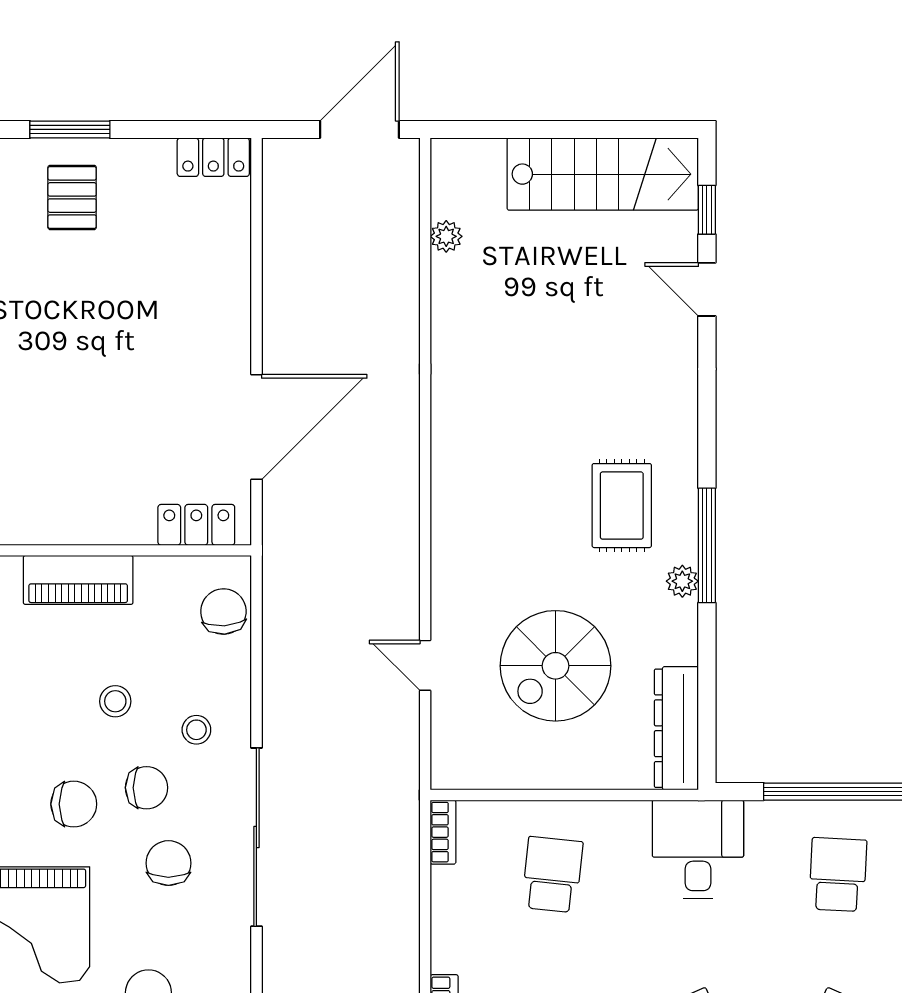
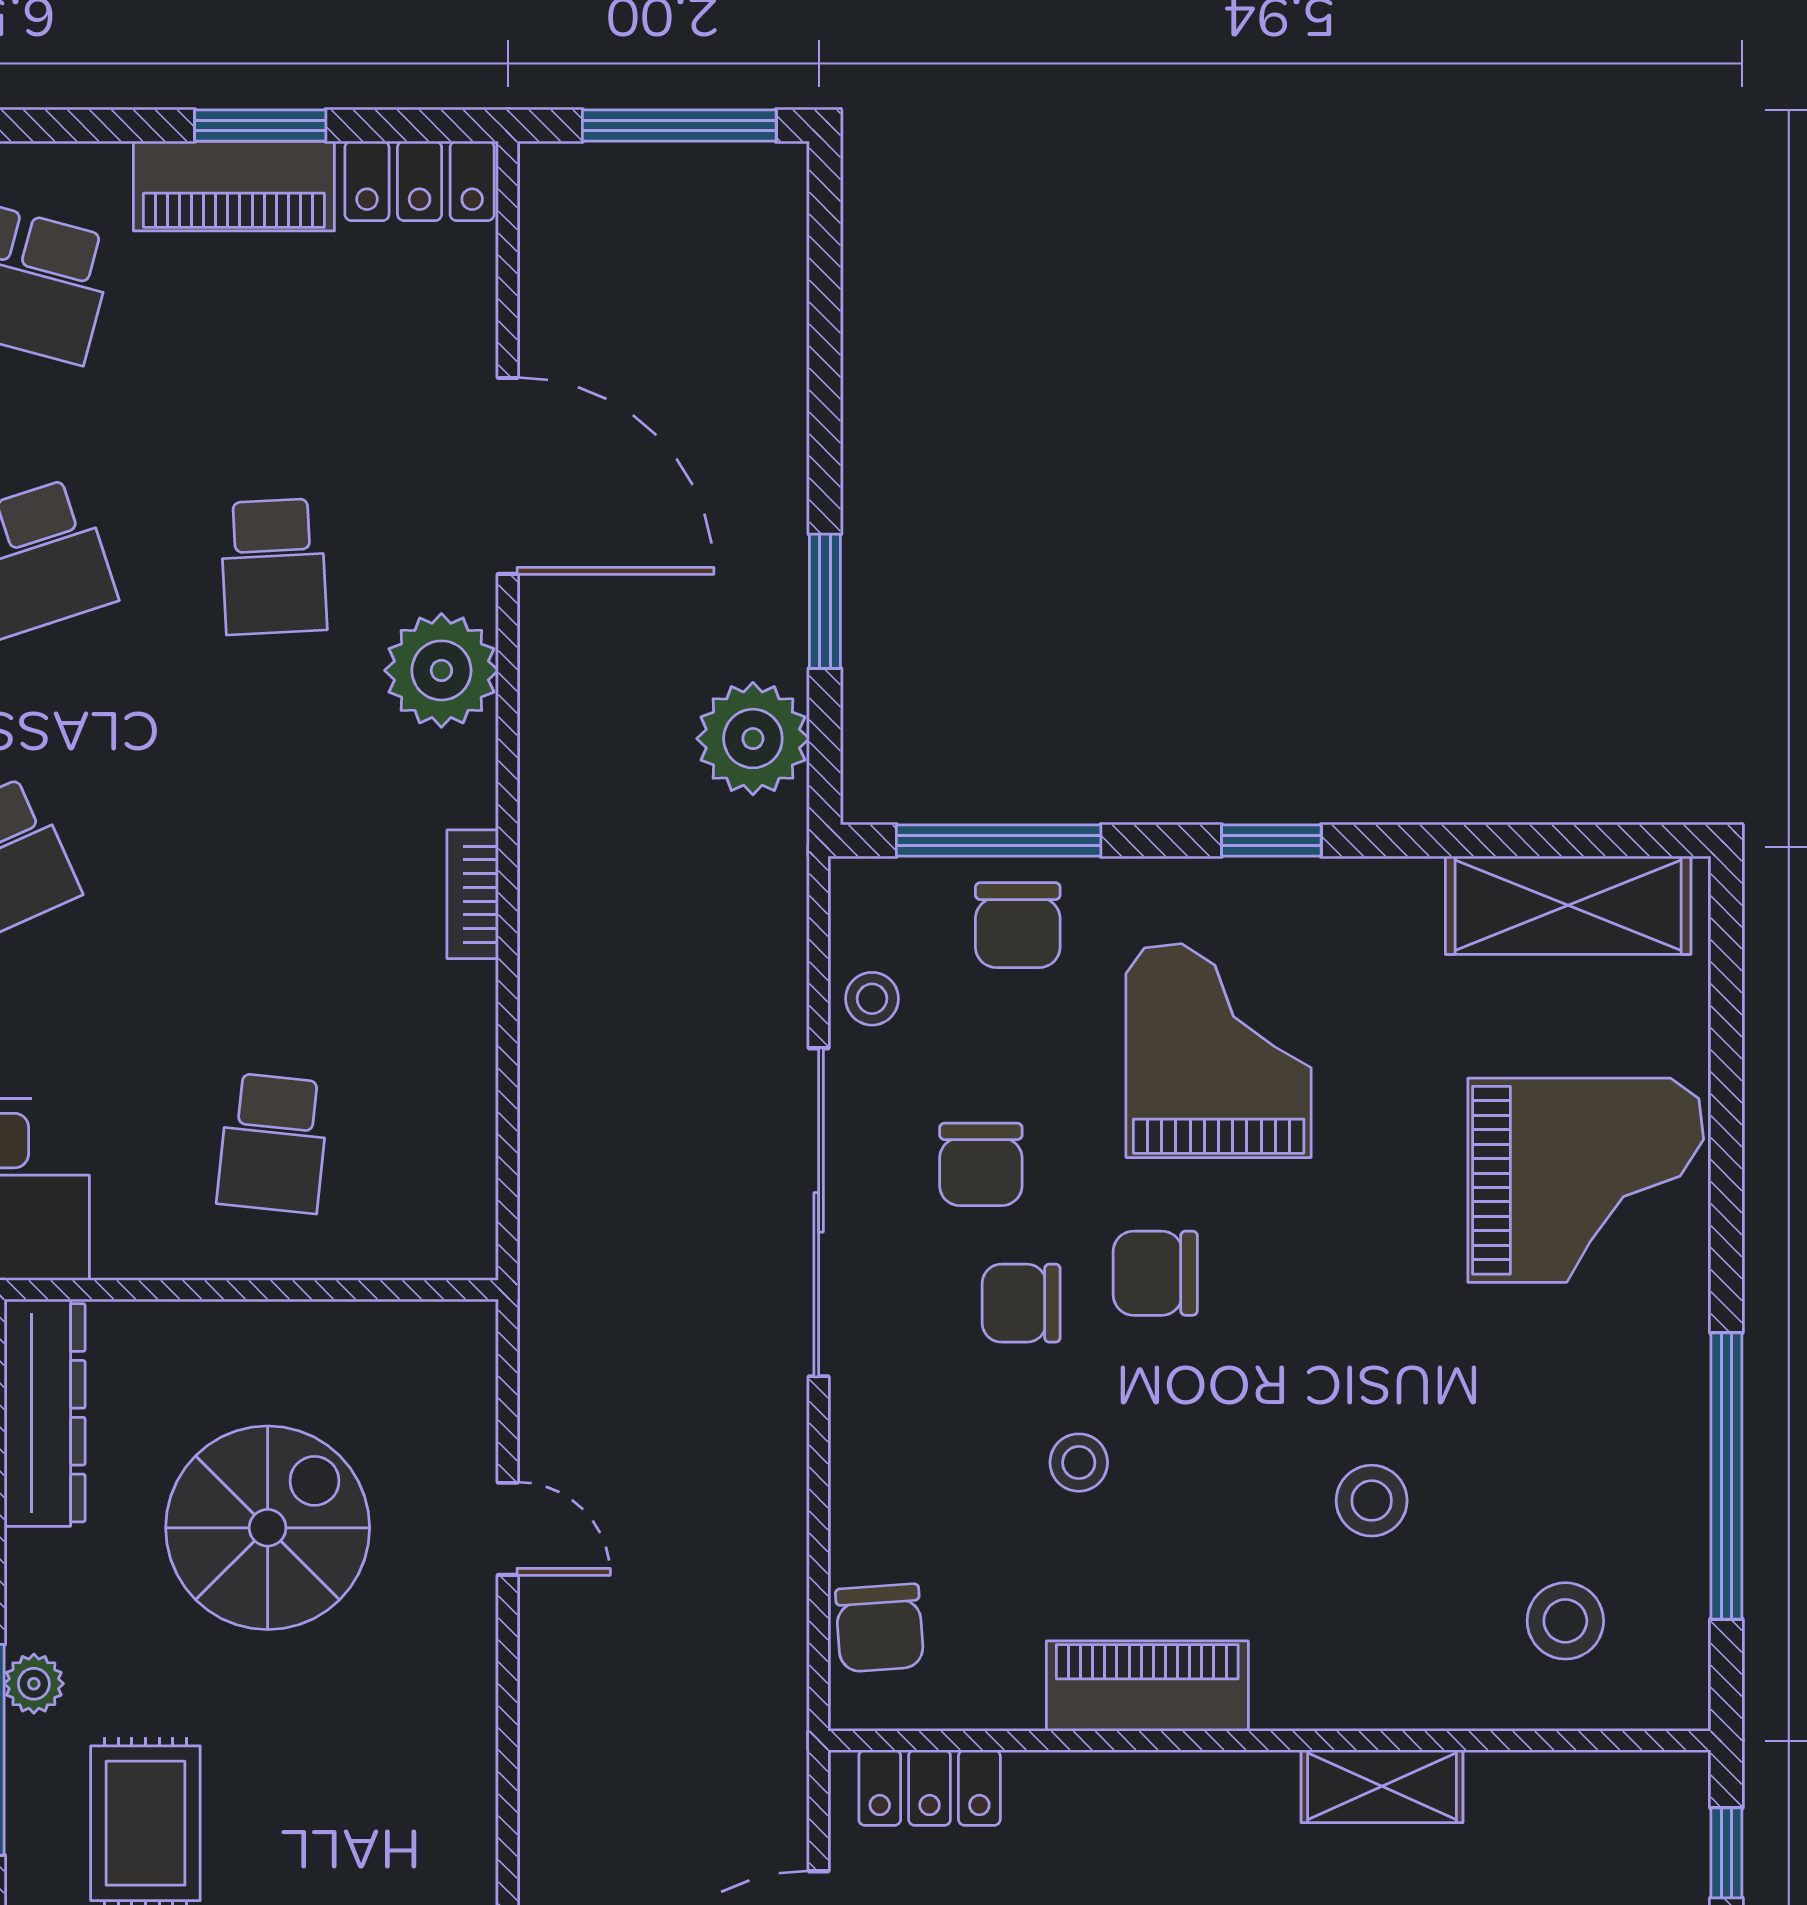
stool: (196, 730) -> (872, 999), moved
bookcase: (443, 832) -> (475, 1221), removed

